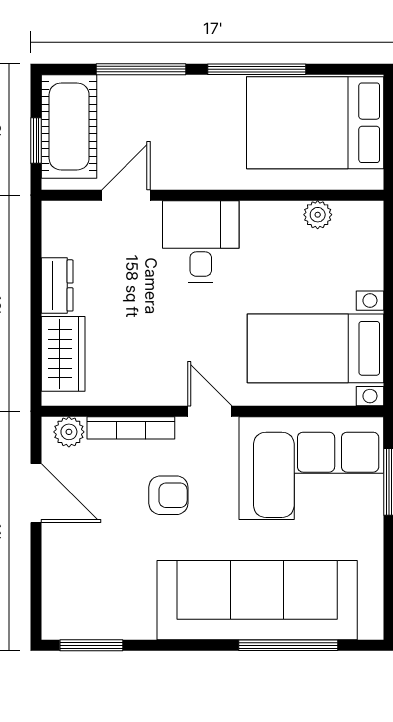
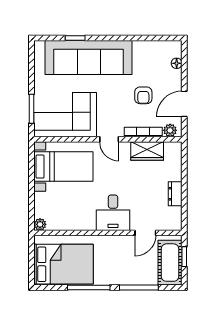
plant: (318, 215) -> (40, 224), moved
wardrobe: (63, 354) -> (147, 151), moved, turned -90
door: (36, 493) -> (184, 104), hinge flipped
armchair: (168, 495) -> (143, 95), moved, turned -90
floor lamp: (54, 587) -> (177, 63), added
window: (91, 645) -> (160, 38), removed
window: (288, 645) -> (75, 38), width x0.46

